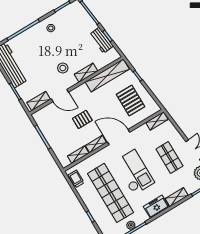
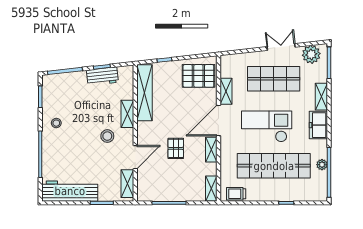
pallet: (131, 101) -> (198, 76), moved
shelving: (157, 121) -> (226, 91), moved
shelving: (78, 155) -> (211, 189), moved
shop shelf: (169, 158) -> (274, 79), width x1.43, depth x1.36

